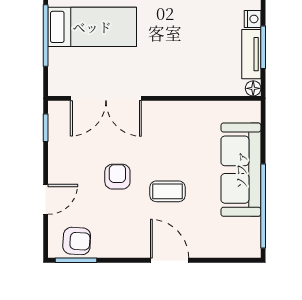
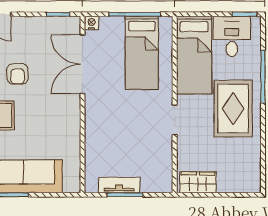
nightstand: (253, 19) -> (92, 23), moved, turned 180
floor lamp: (253, 88) -> (91, 187), removed
armchair: (117, 177) -> (17, 74), turned 89

